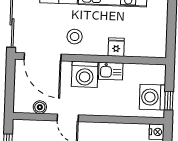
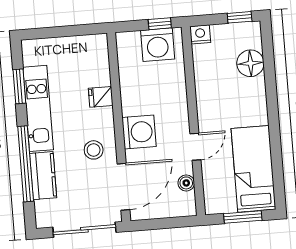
kitchen sink: (111, 71) -> (131, 100), removed

